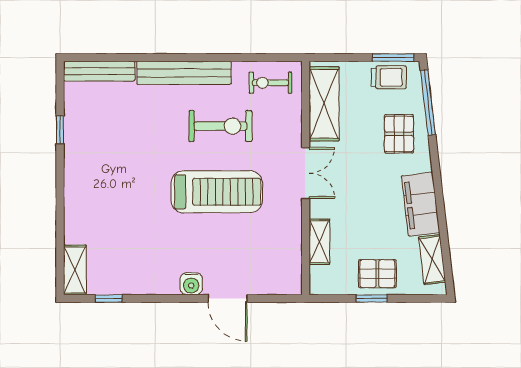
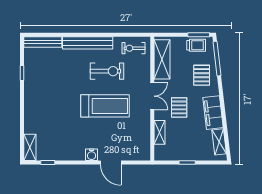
pallet: (377, 274) -> (179, 107), moved, turned 90

